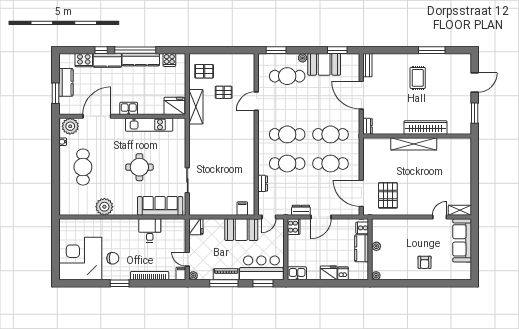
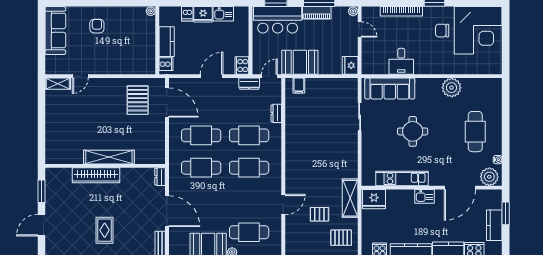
dresser: (301, 210) -> (249, 84), moved
sofa: (462, 240) -> (55, 31), moved
plant: (376, 246) -> (150, 44), removed
kitchen sink: (297, 273) -> (223, 14), moved
filing cabinet: (181, 274) -> (367, 14), removed

